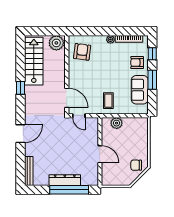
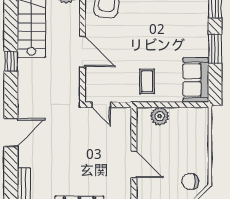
armchair: (137, 63) -> (192, 22), removed
sofa: (140, 90) -> (196, 80), moved
door: (67, 98) -> (82, 52), moved

